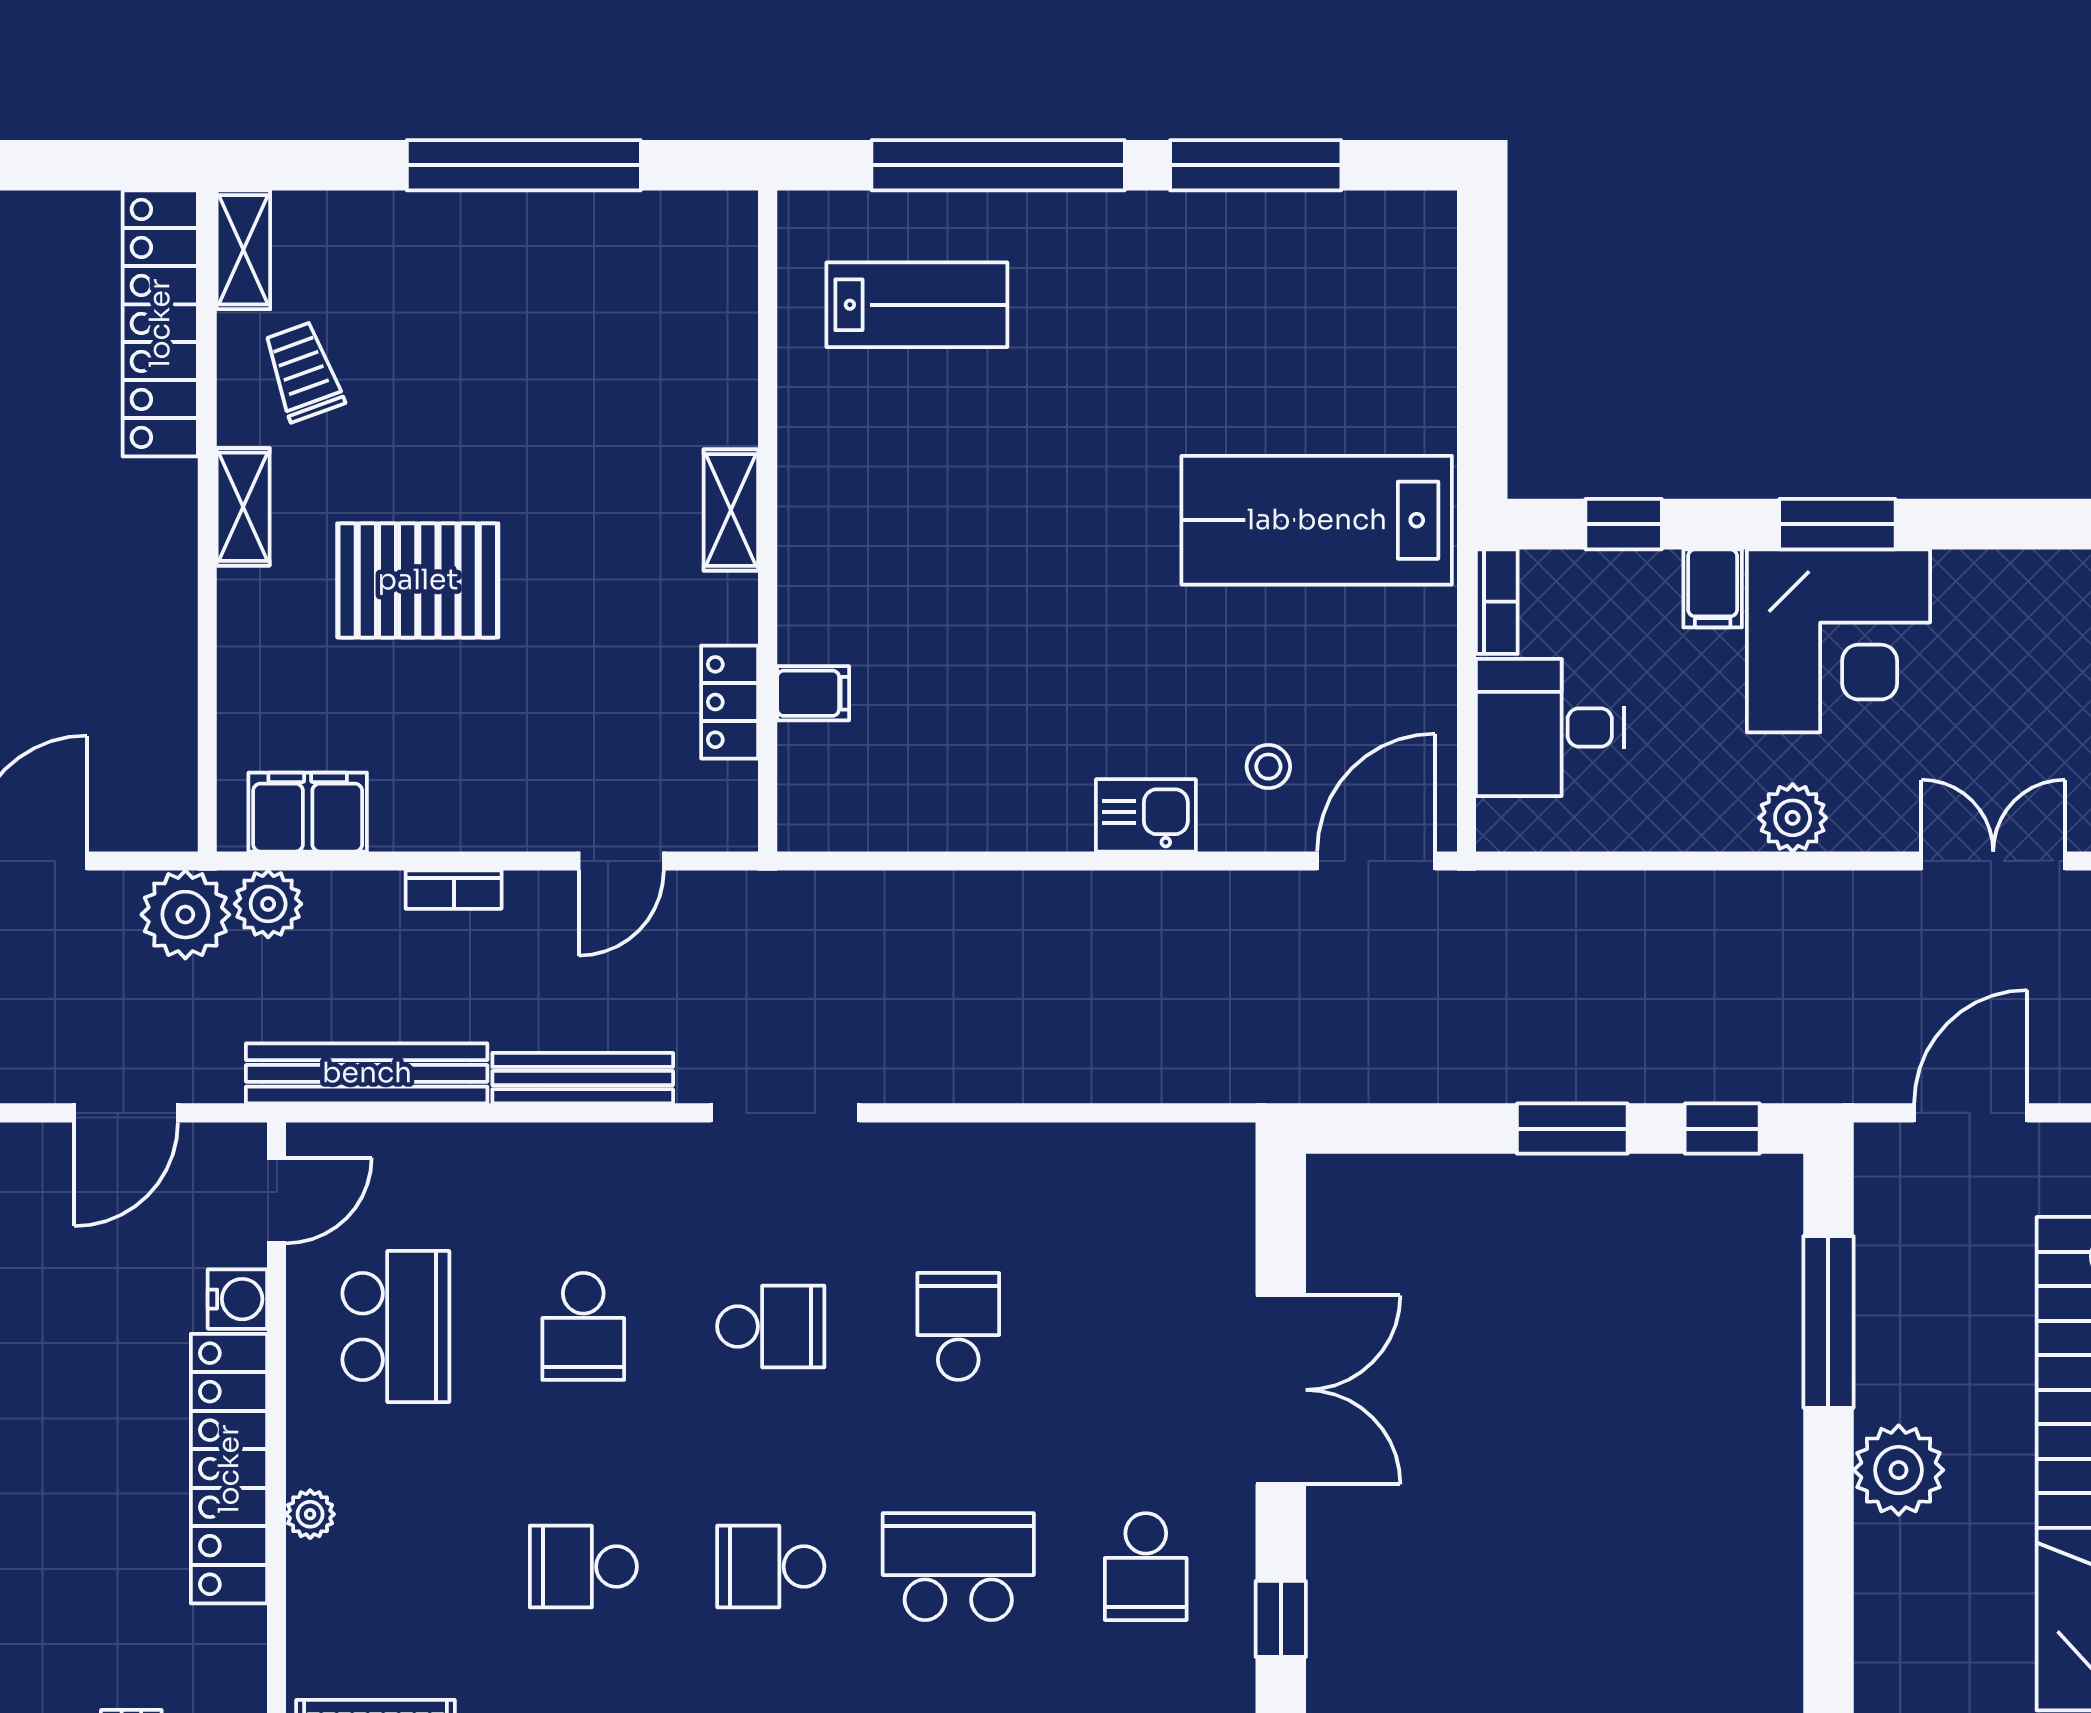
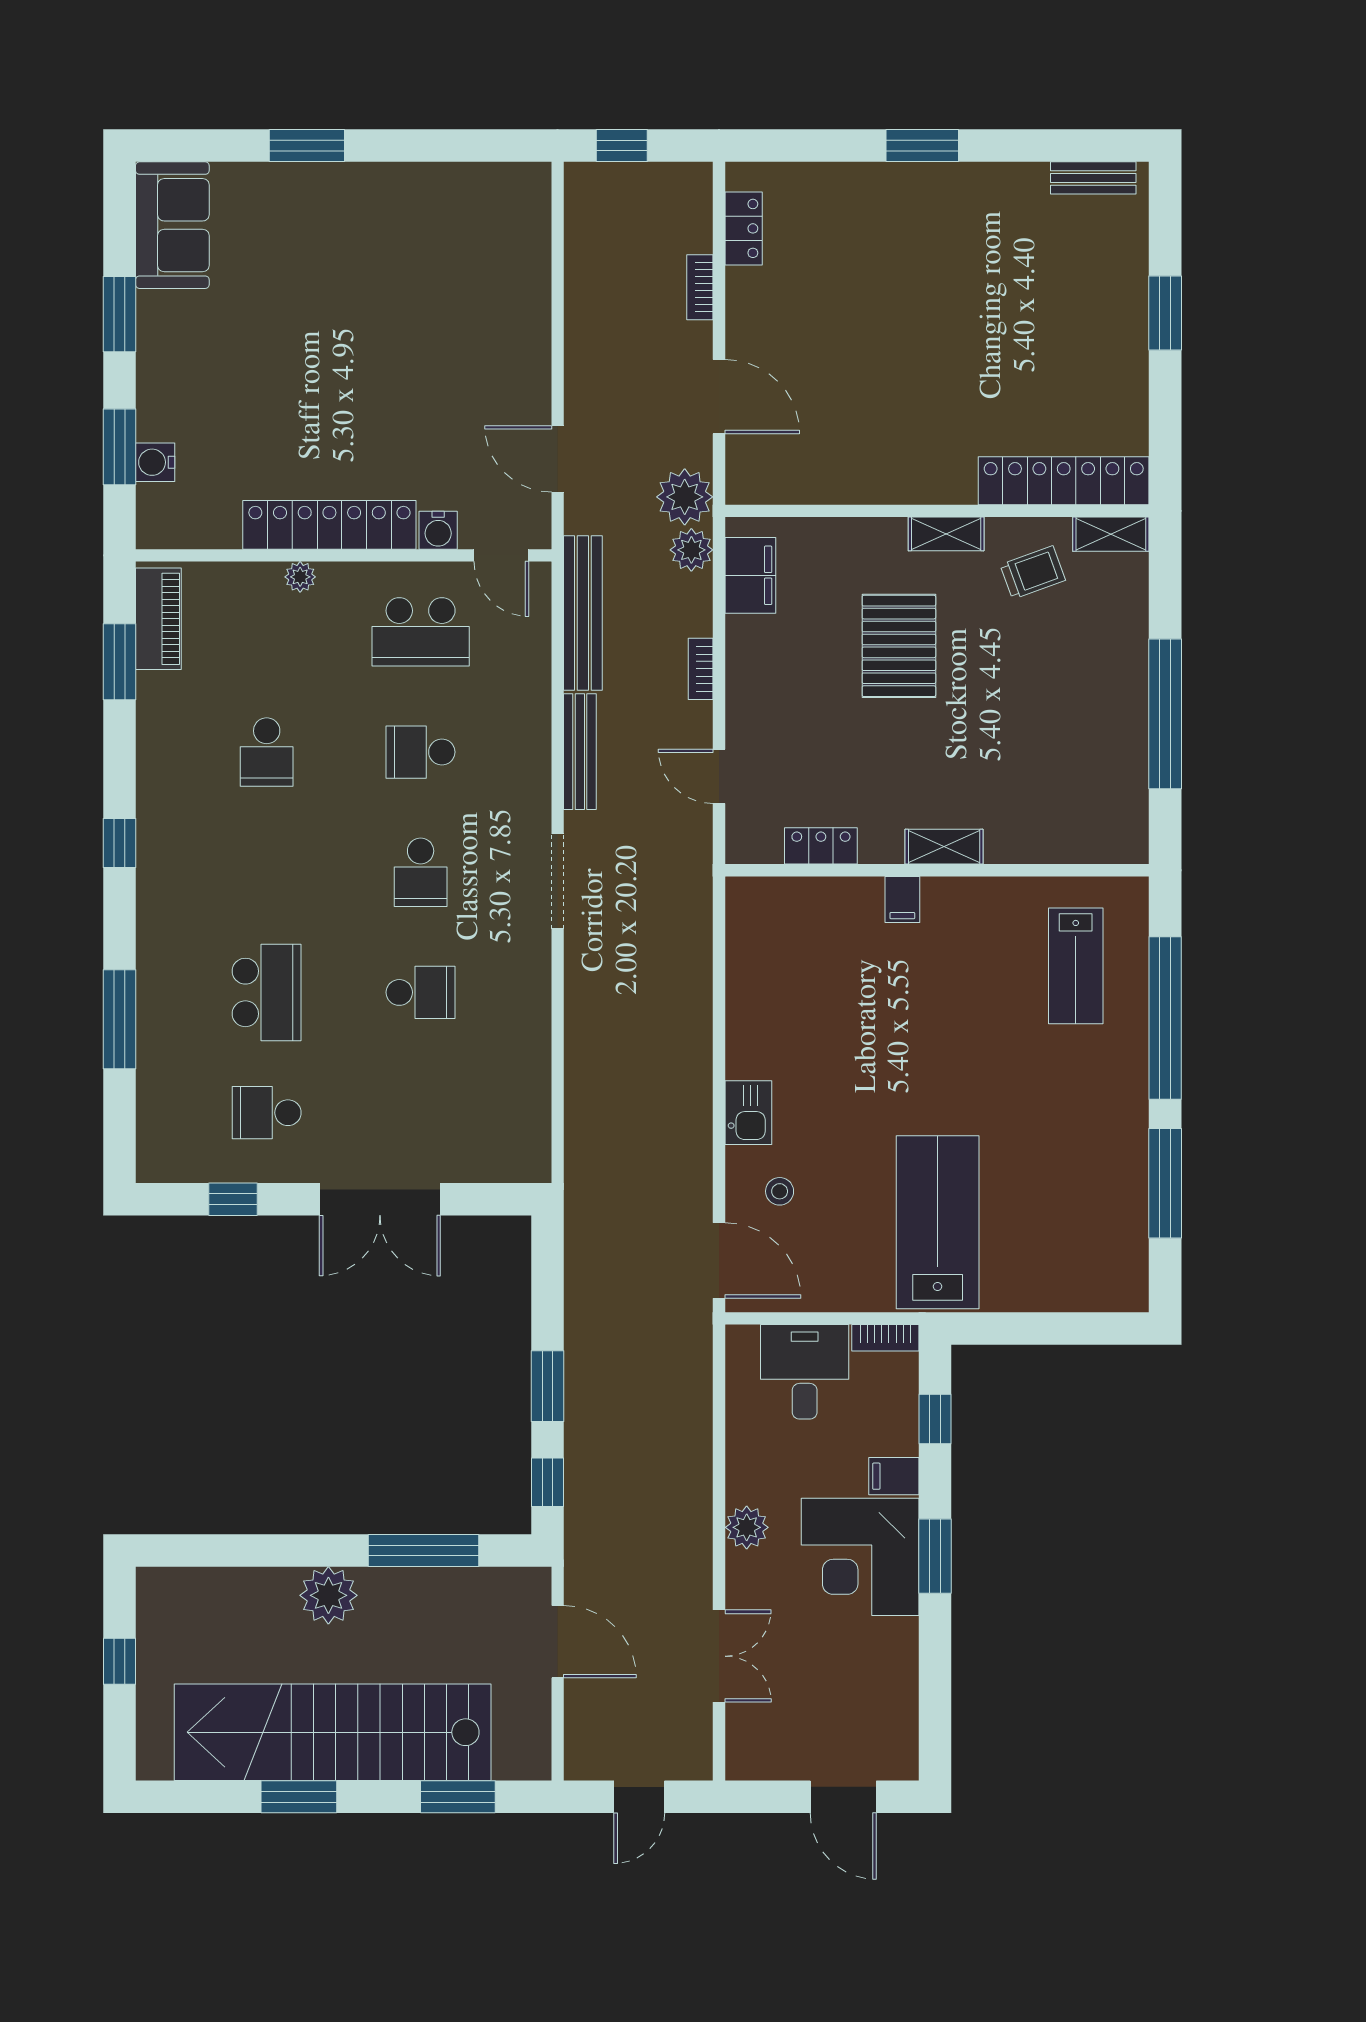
filing cabinet: (813, 693) -> (902, 899), moved
school desk: (583, 1567) -> (267, 752), turned 180
school desk: (771, 1567) -> (267, 872), removed

